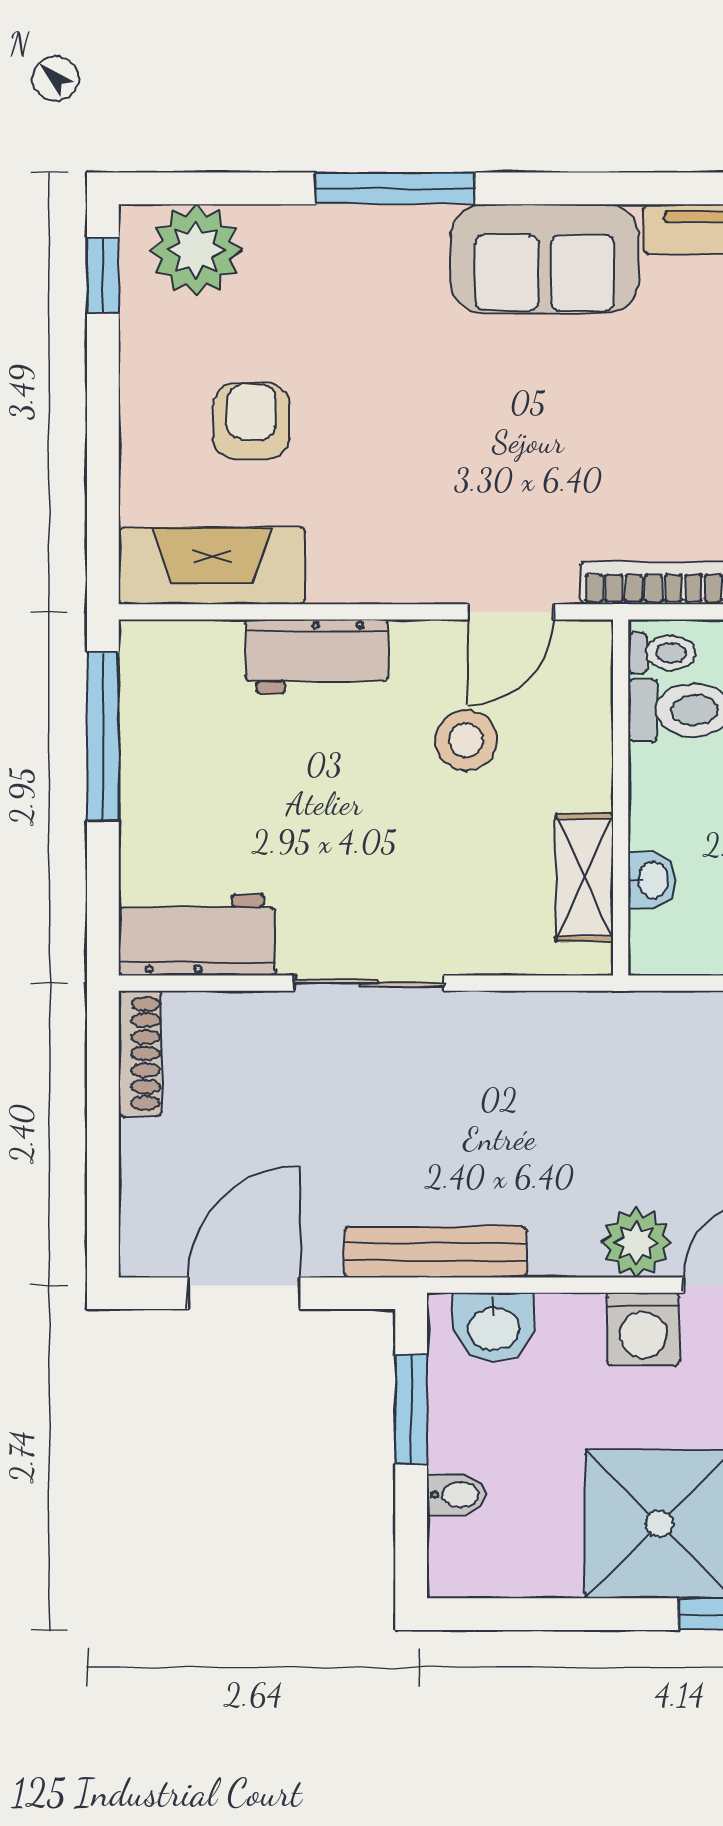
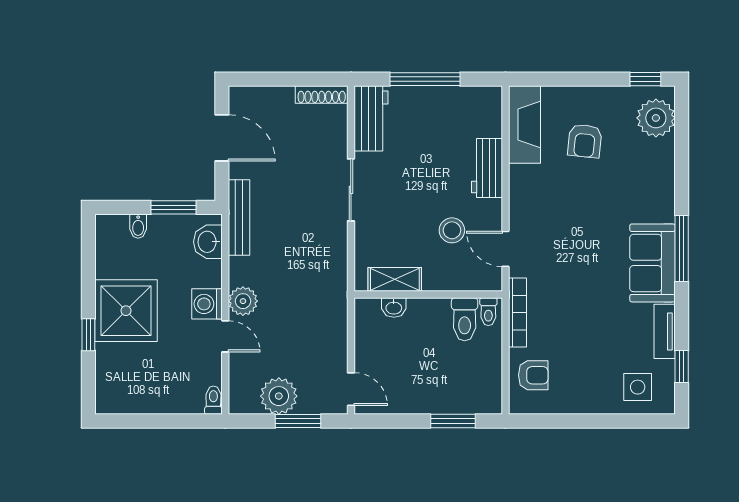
window: (395, 188) -> (682, 248), moved
armchair: (251, 421) -> (585, 141), turned 96
window: (103, 736) -> (425, 79), moved

